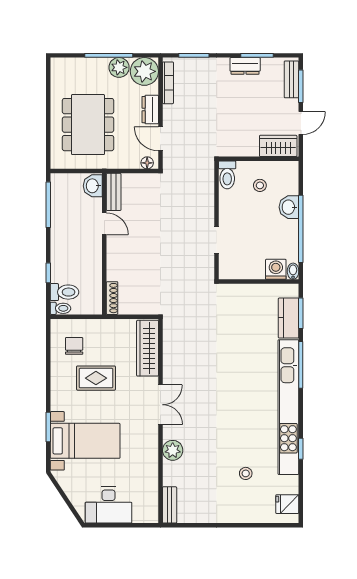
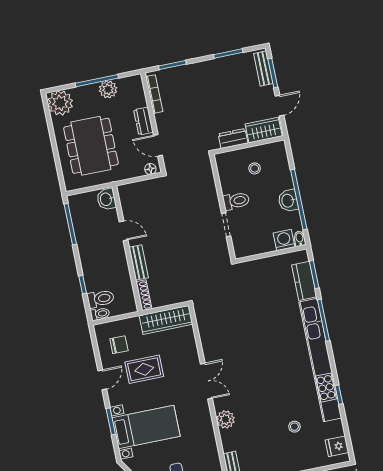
dresser: (245, 66) -> (233, 139), moved, turned 180
plant: (144, 71) -> (60, 103), moved
toilet: (227, 175) -> (236, 201), moved, turned -90
bench: (114, 192) -> (139, 262), moved
washbasin: (289, 207) -> (288, 201), moved
chair: (74, 346) -> (119, 345), turned 90
wardrobe: (148, 348) -> (166, 320), moved, turned -90
door: (48, 380) -> (102, 380), added

